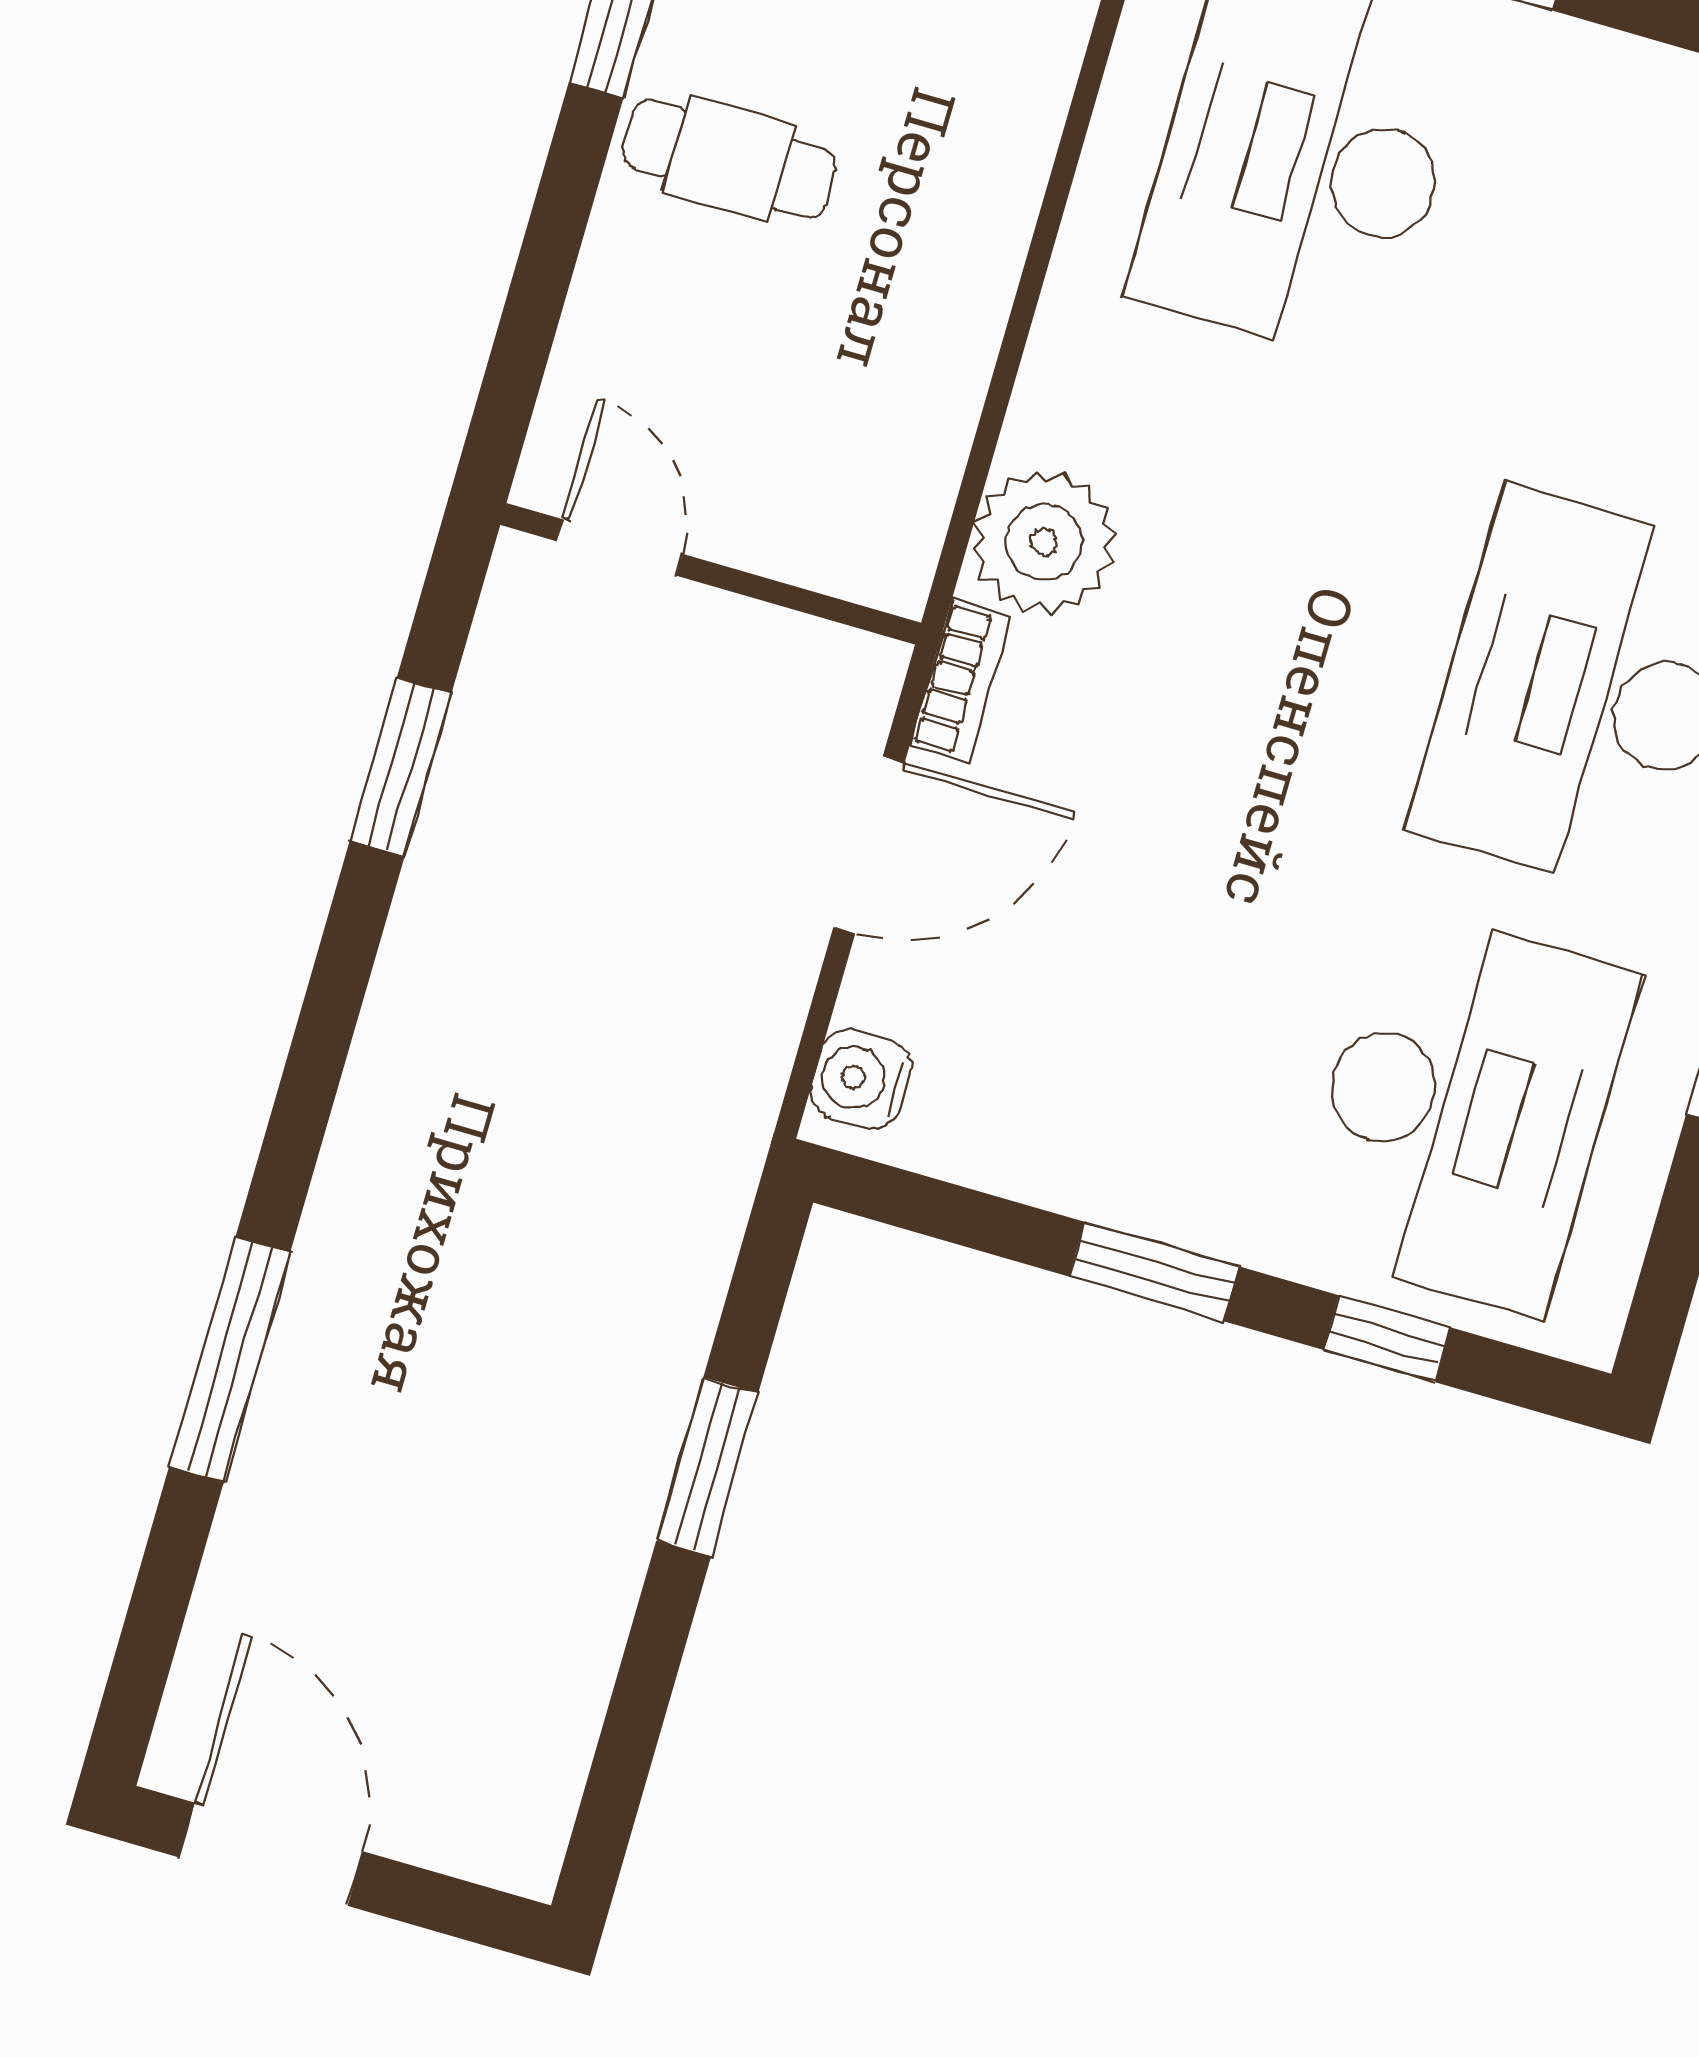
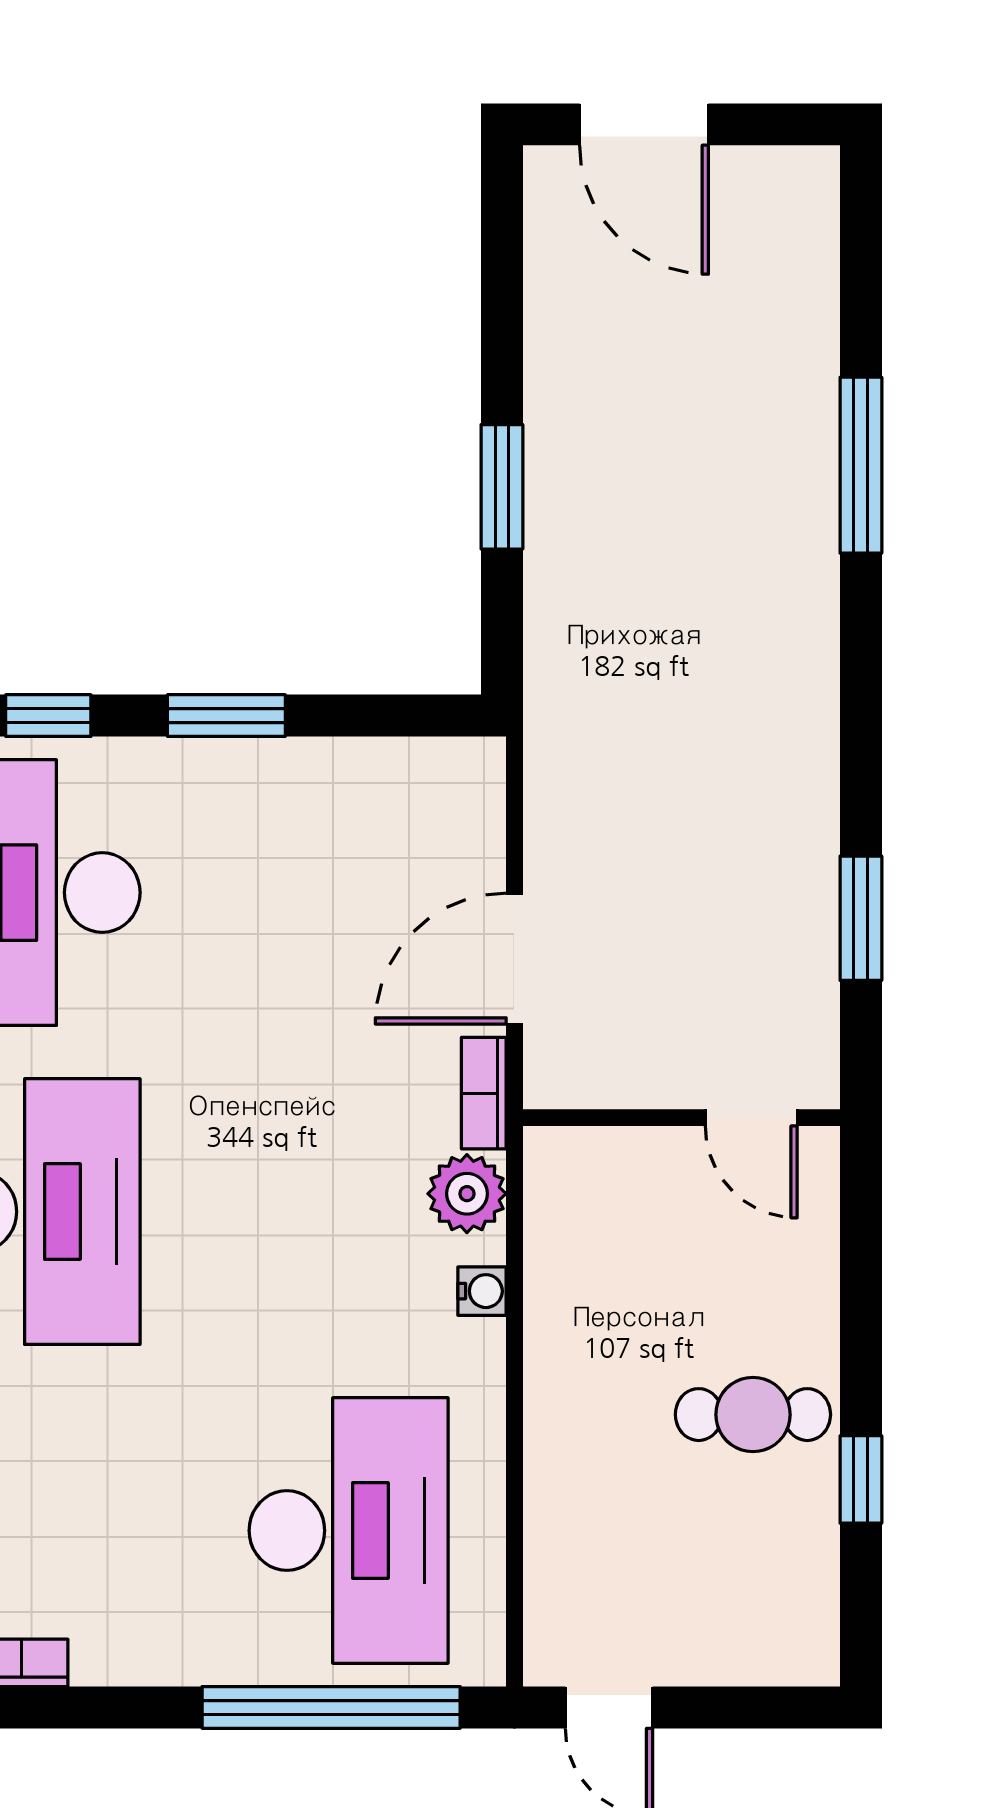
plant: (1044, 542) -> (467, 1194), width x0.73, depth x0.73
water cooler: (861, 1079) -> (482, 1291), moved, width x0.72, depth x0.72
door: (271, 1854) -> (644, 124), moved

